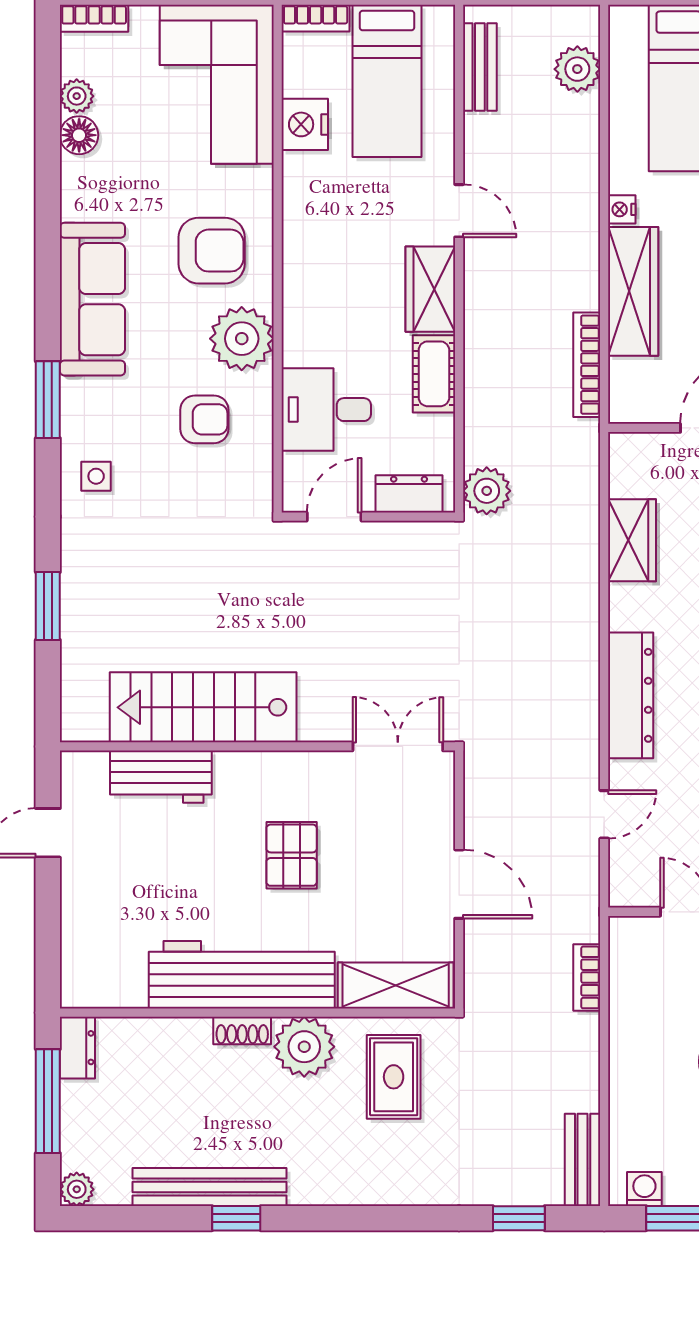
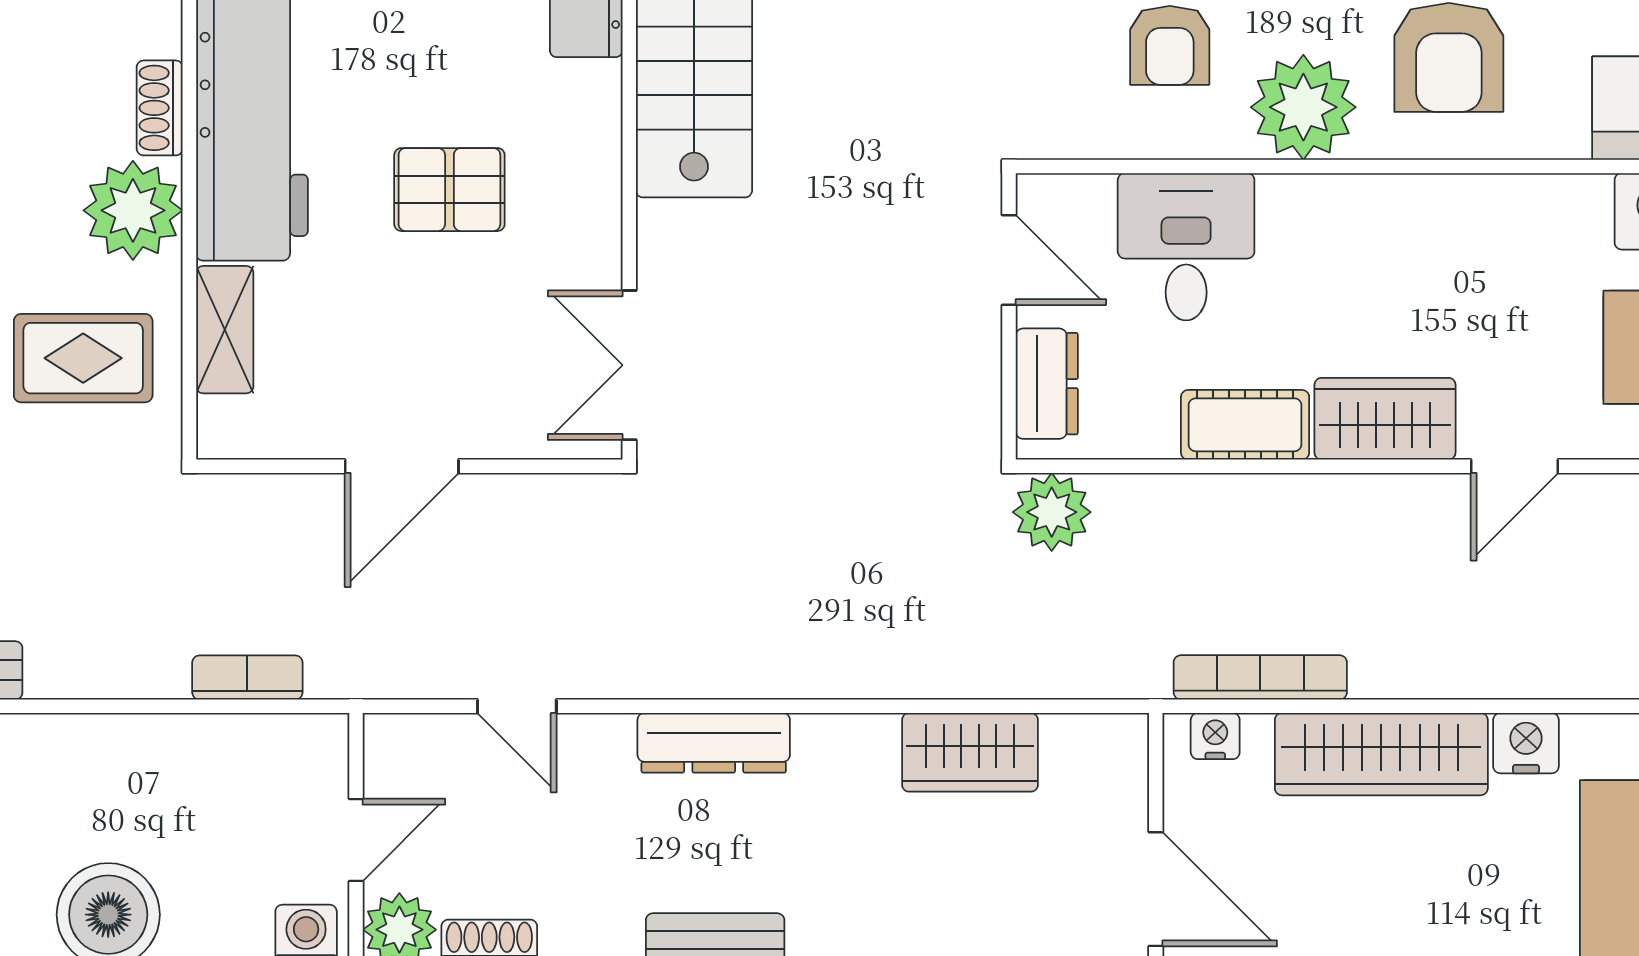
nightstand: (622, 209) -> (1526, 743), width x1.39, depth x1.35
nightstand: (622, 392) -> (1215, 736), added
dresser: (631, 695) -> (714, 743), width x0.73, depth x0.80
double door: (398, 746) -> (629, 365), swing flipped
shelving: (396, 985) -> (225, 330), width x0.67, depth x0.75

